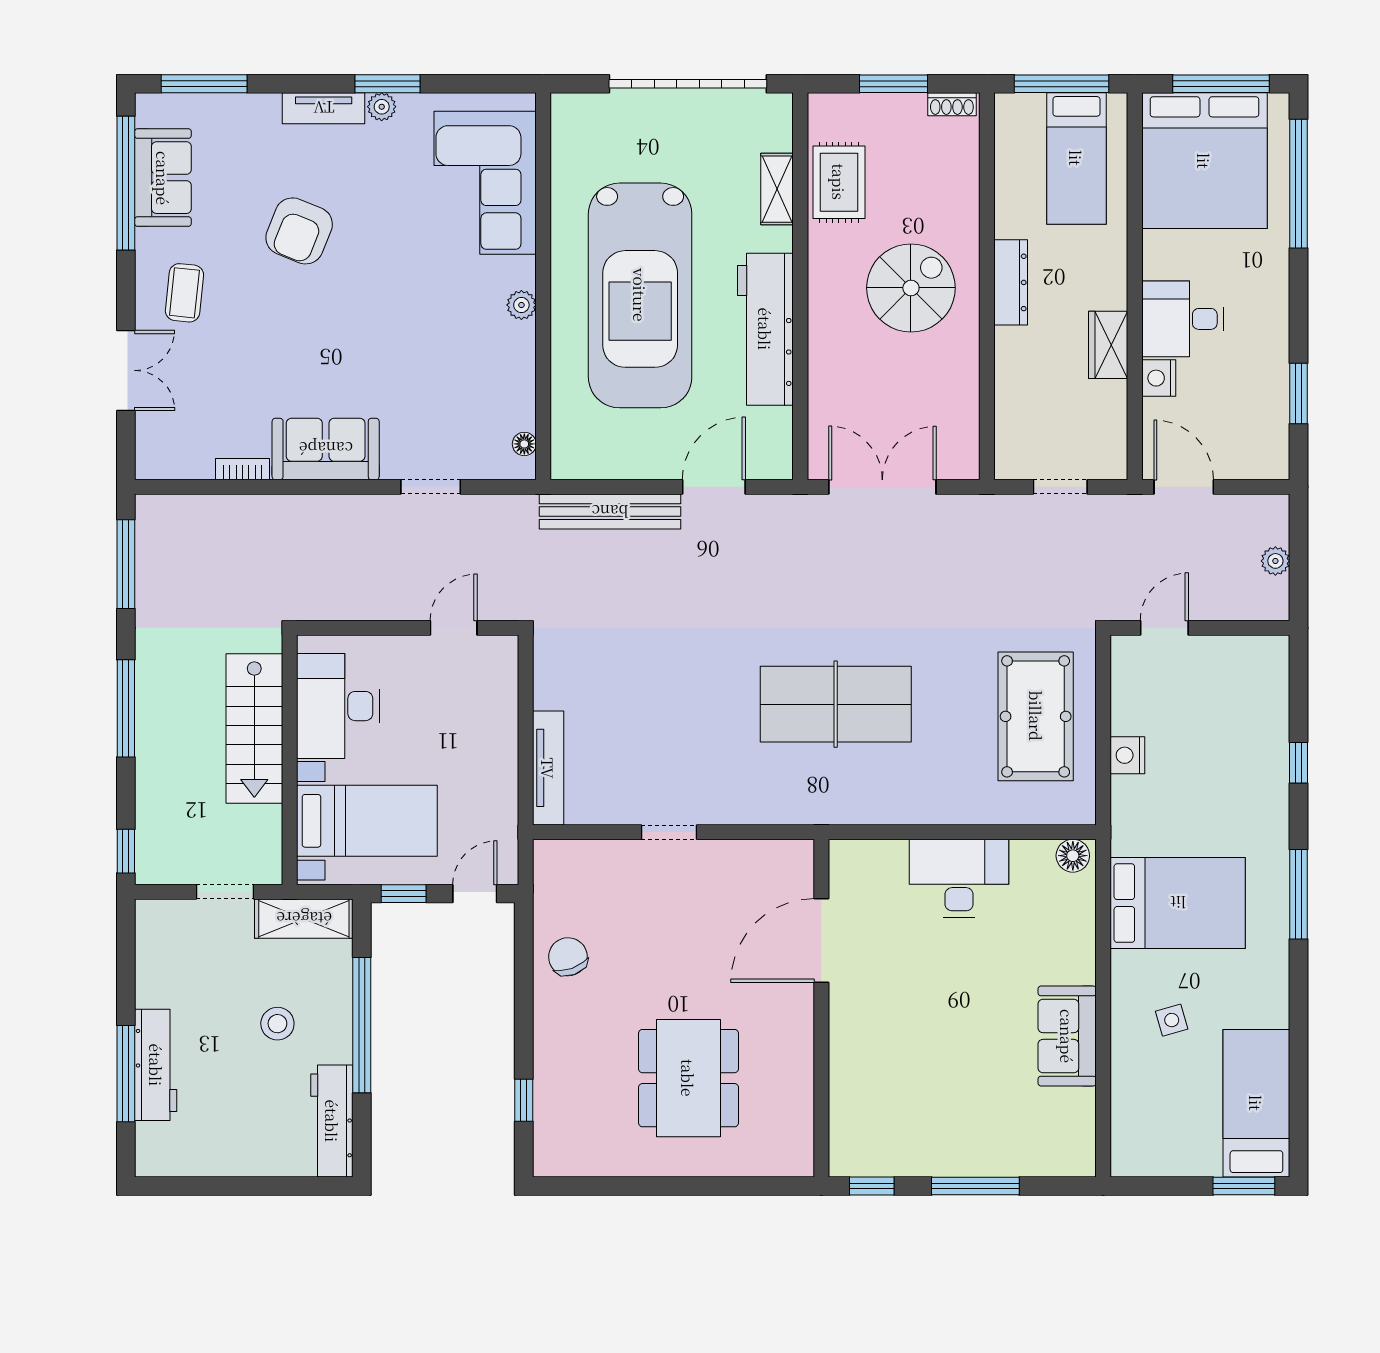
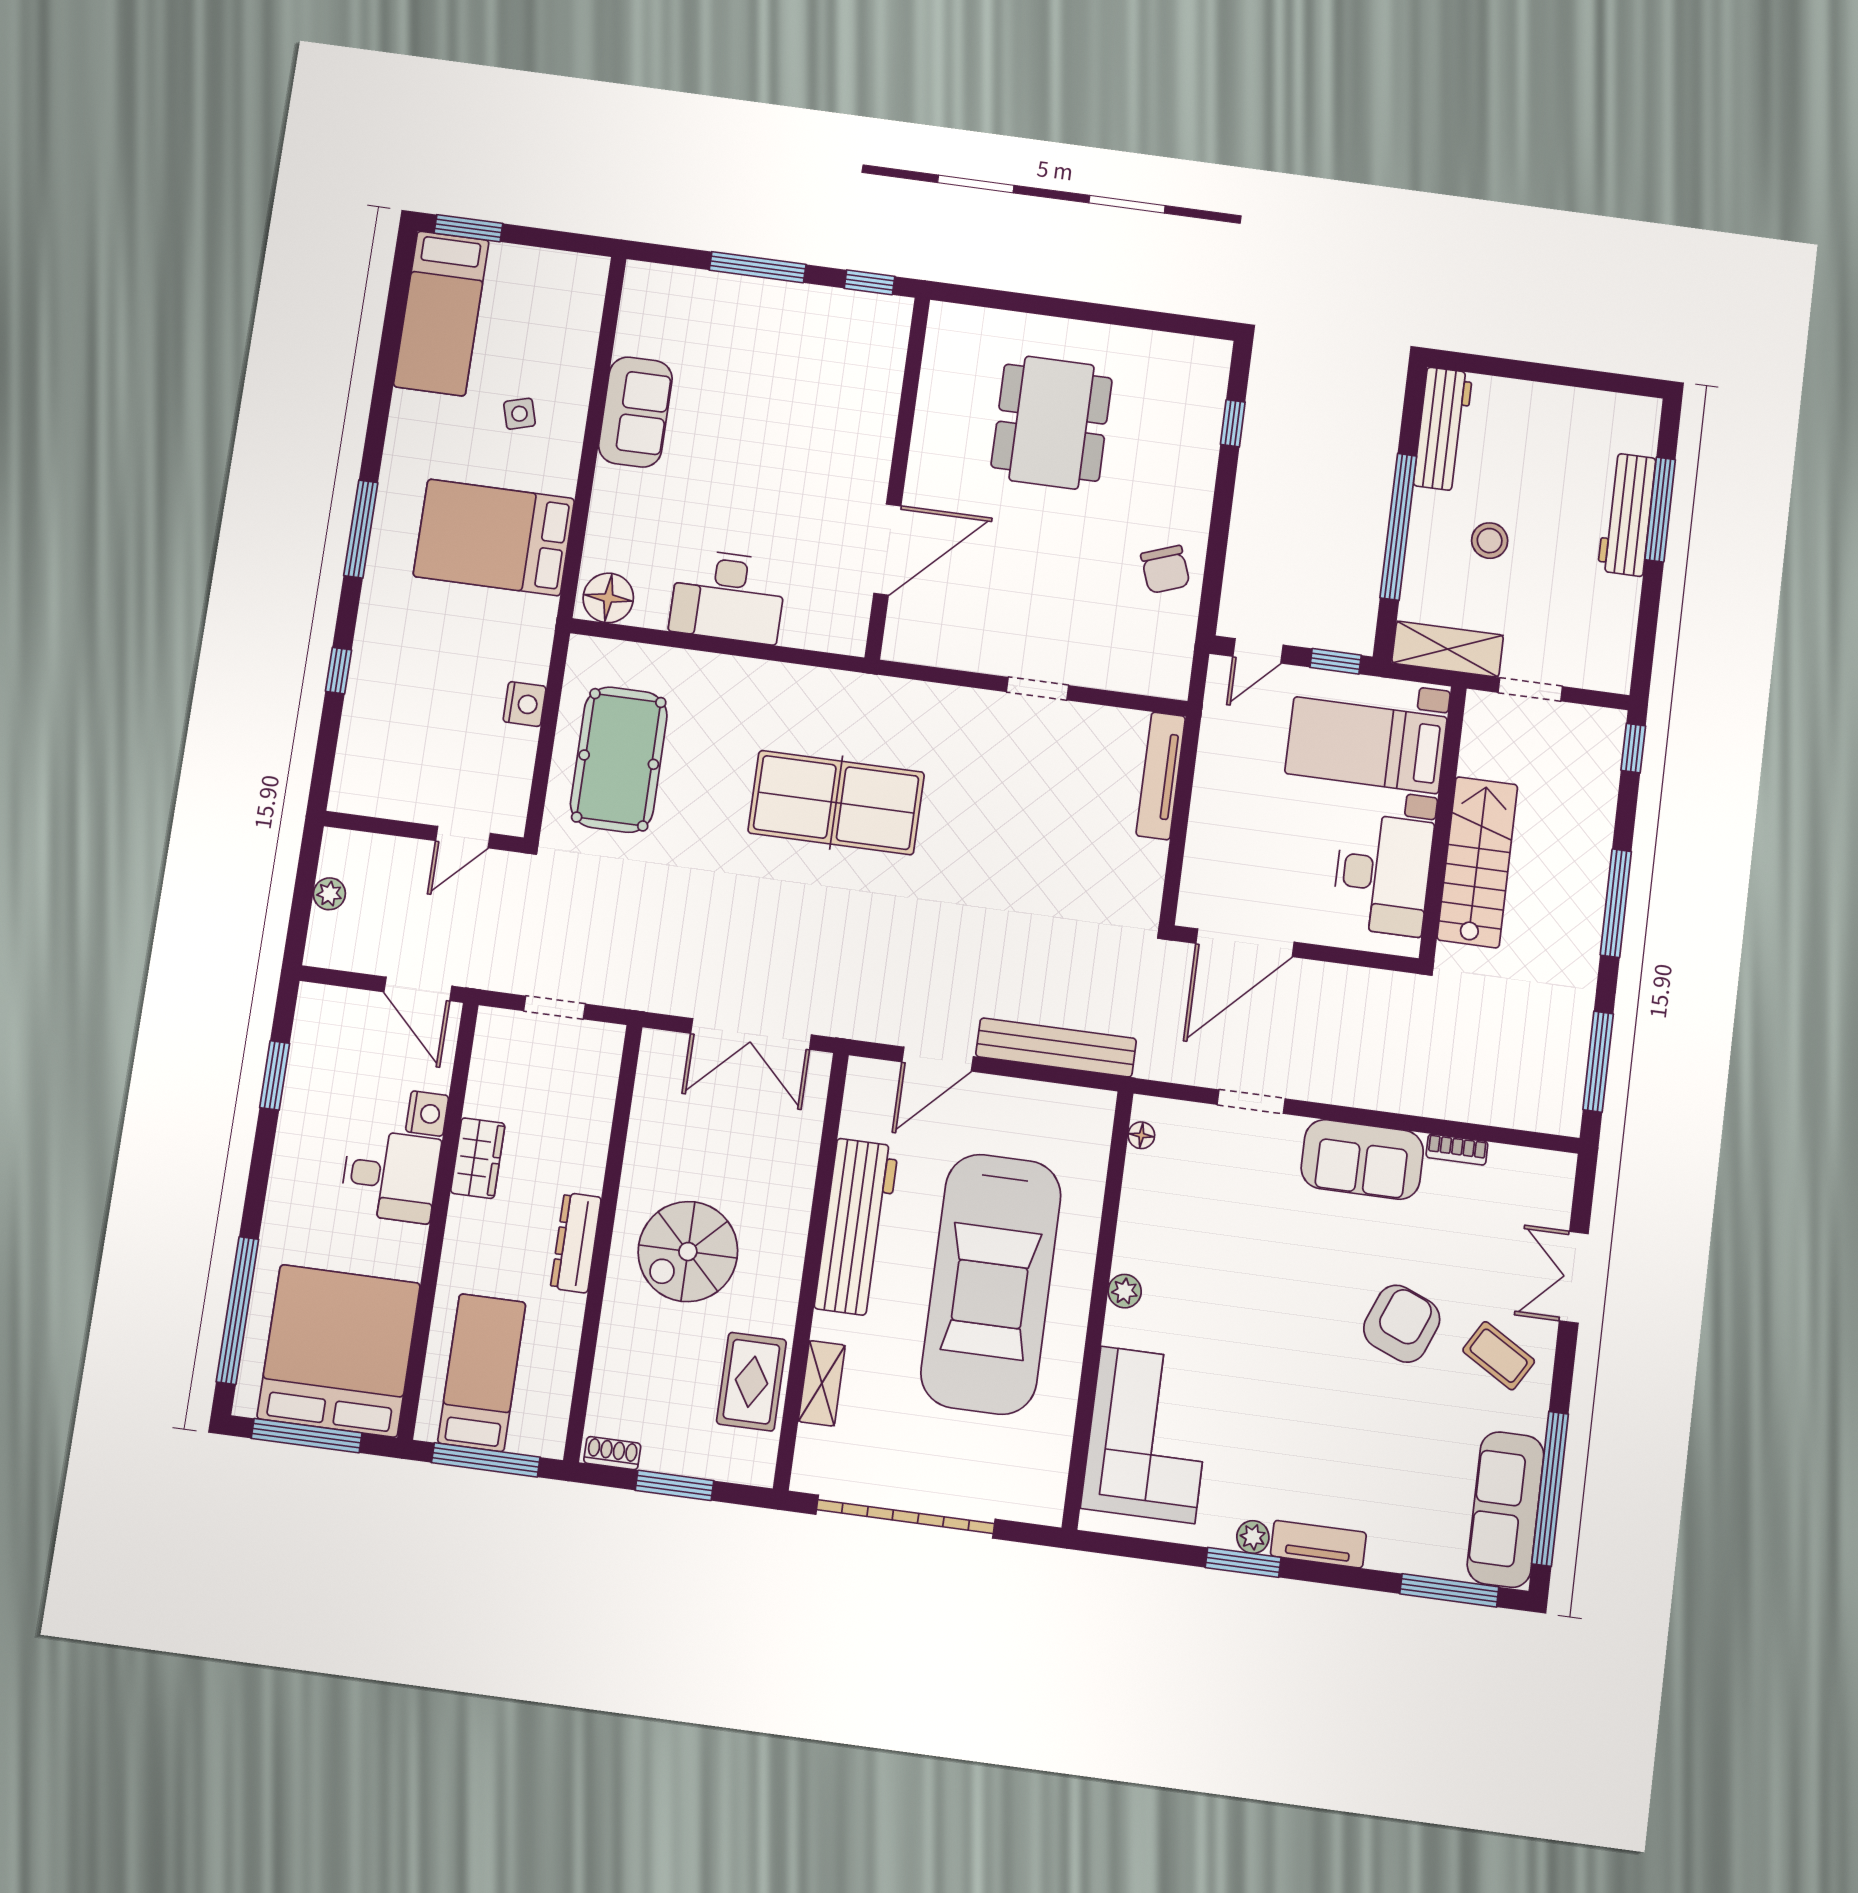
sofa: (163, 178) -> (1506, 1510), width x1.36
armchair: (299, 231) -> (1402, 1324), moved
coffee table: (184, 293) -> (1499, 1356), turned -65
car: (640, 295) -> (991, 1284), turned 180
door: (454, 628) -> (1245, 943), width x1.87
floor lamp: (1073, 856) -> (608, 598), width x1.38, depth x1.38

